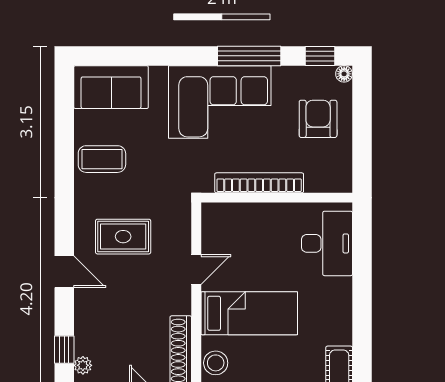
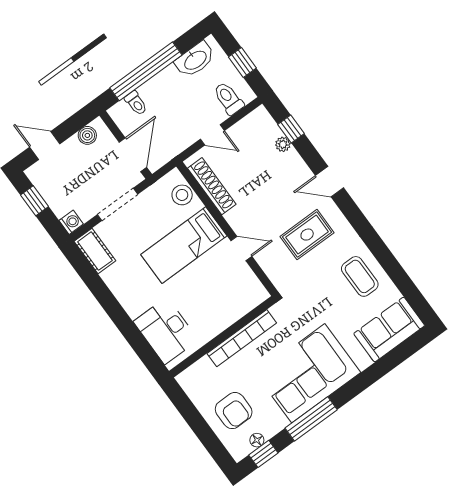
floor lamp: (344, 74) -> (257, 440), moved
coffee table: (102, 159) -> (360, 276), turned 90
door: (196, 269) -> (241, 249), swing flipped
plant: (83, 365) -> (283, 144), moved

